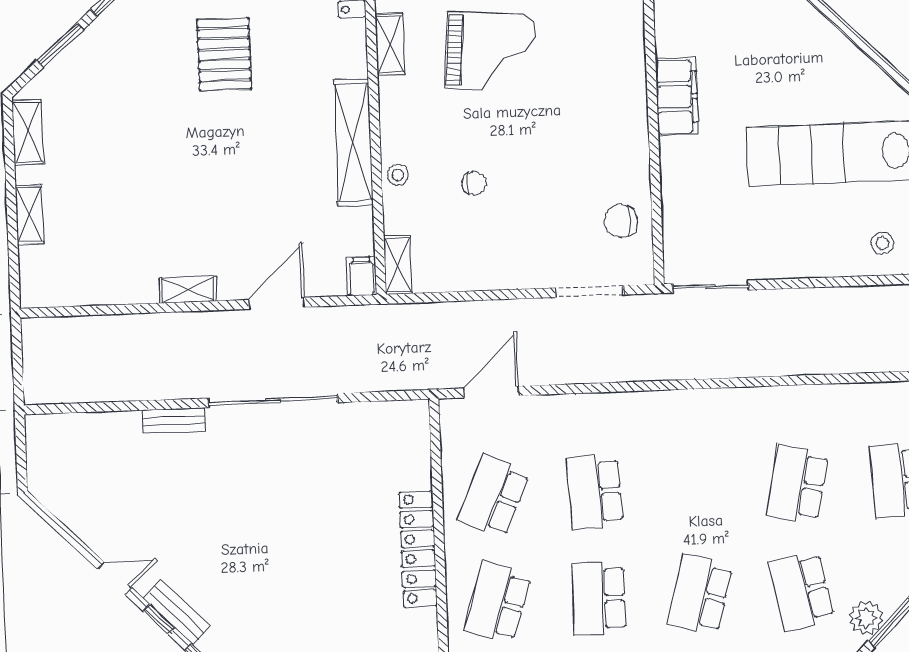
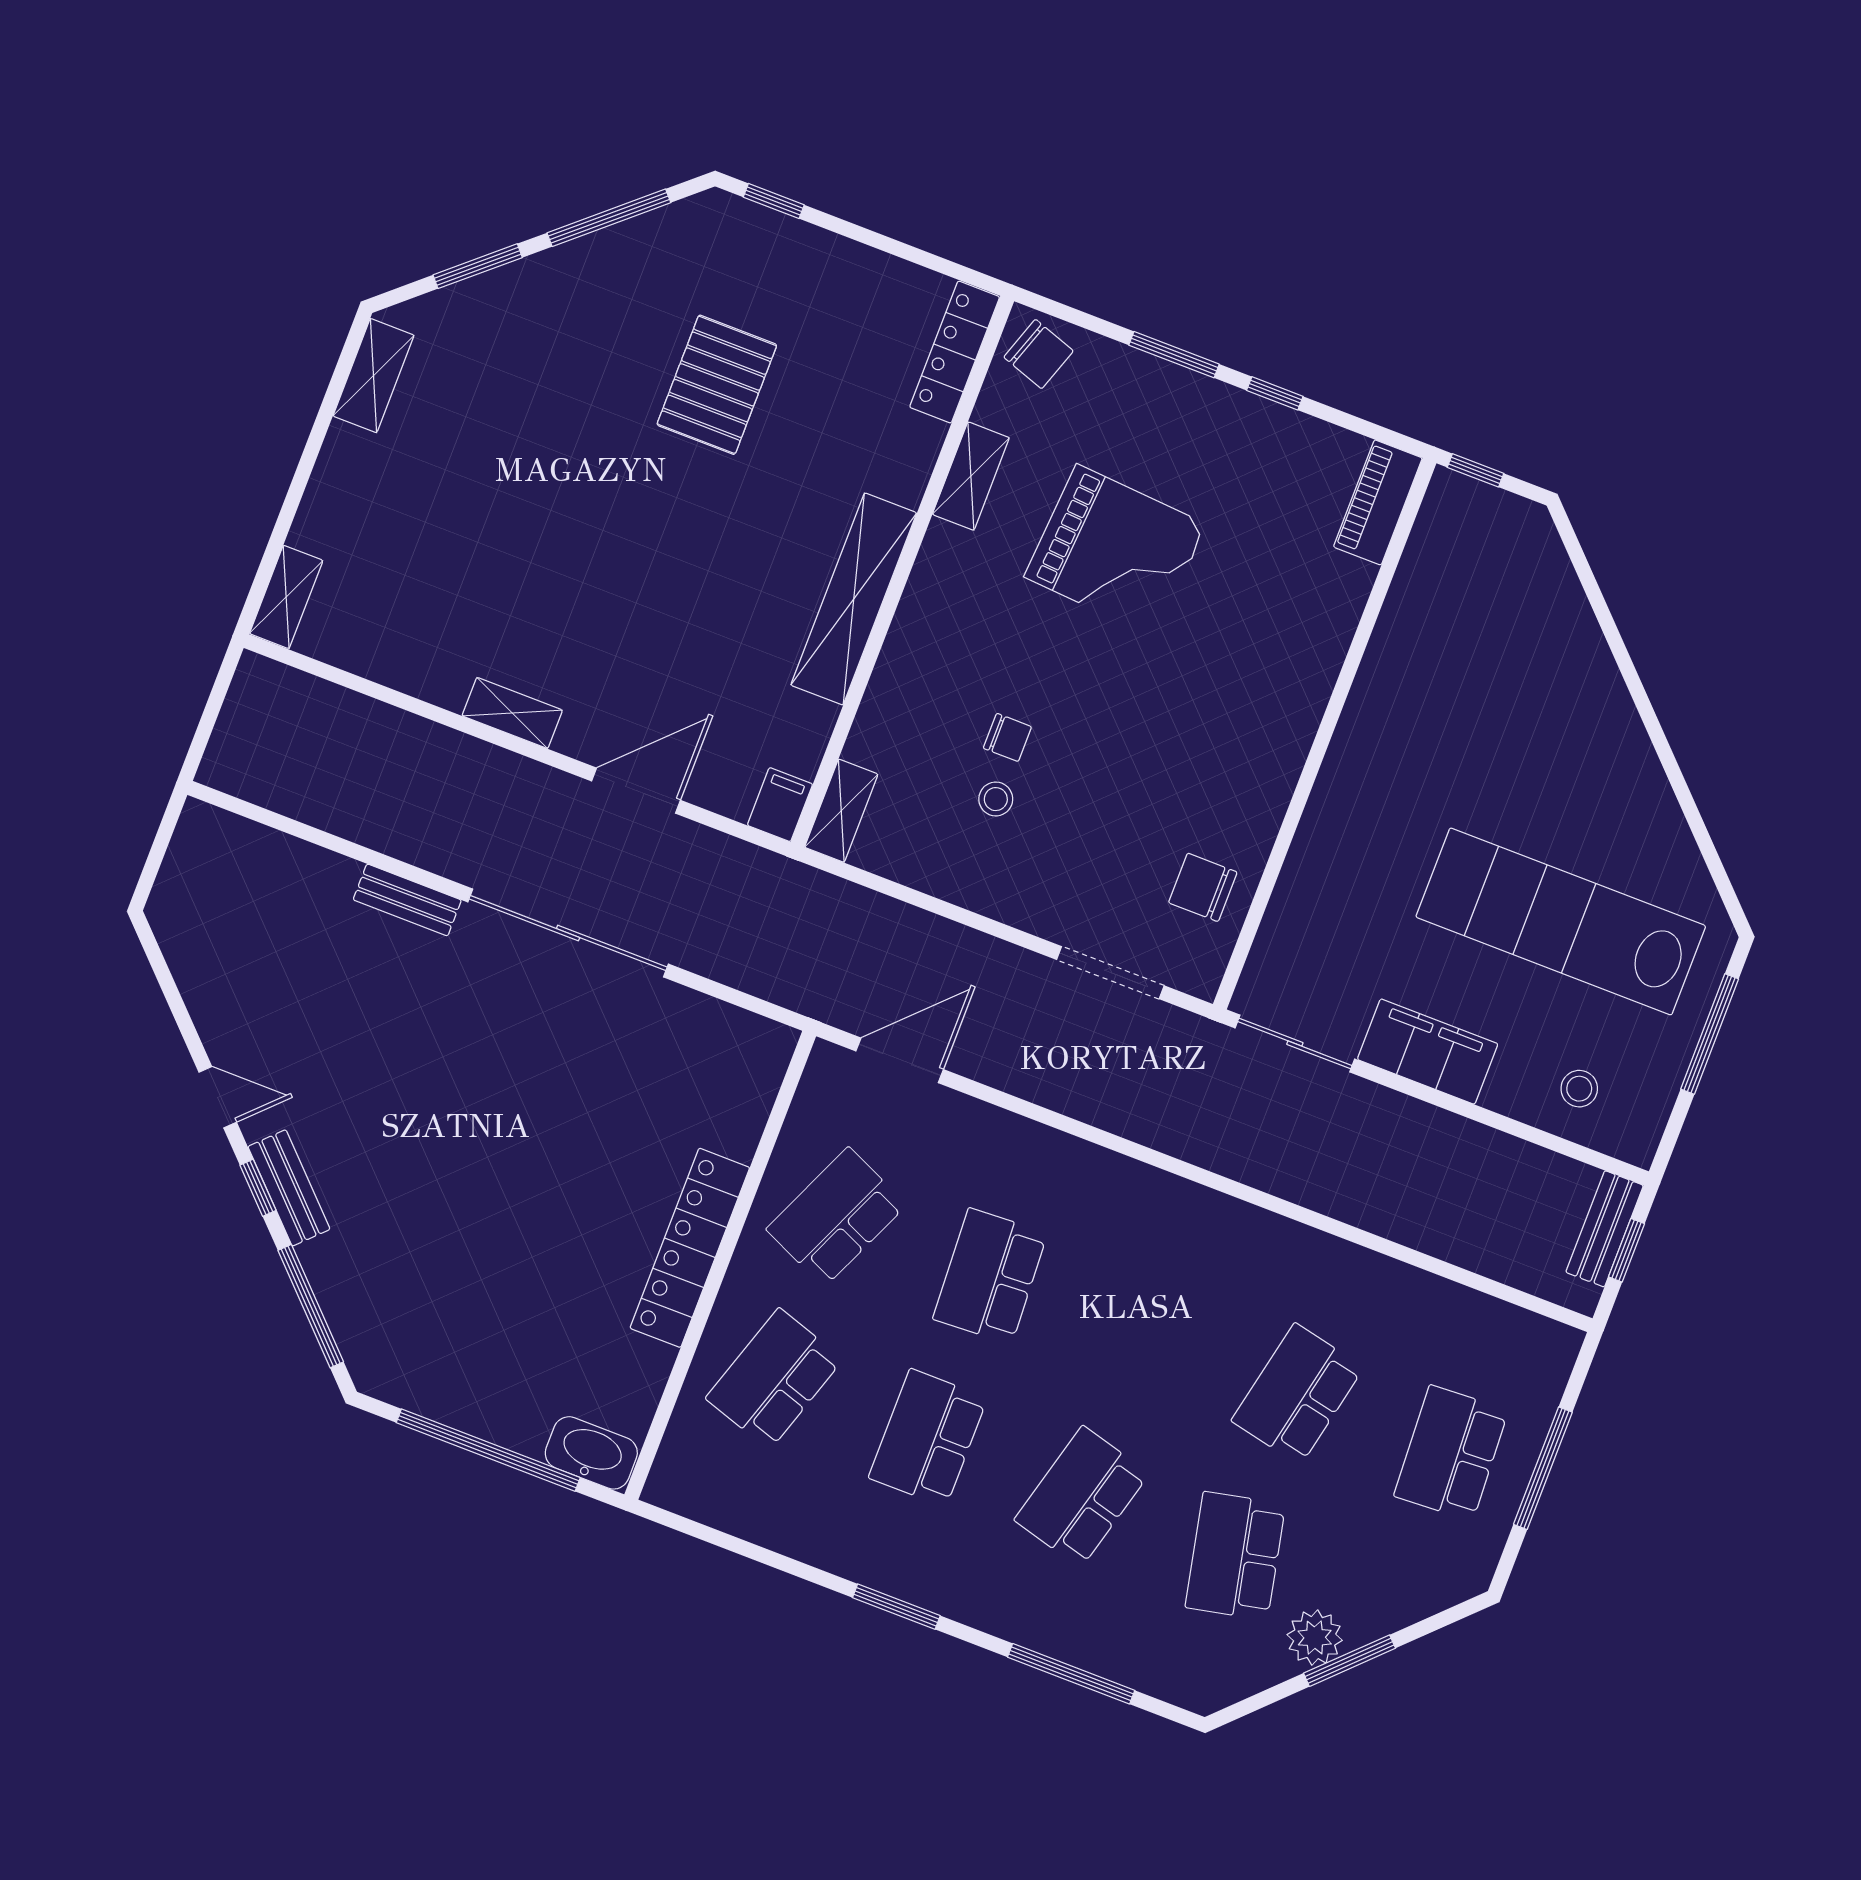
filing cabinet: (677, 97) -> (1428, 1052), moved, turned -90
stool: (398, 175) -> (996, 799), moved
shelving: (29, 215) -> (286, 597), moved

